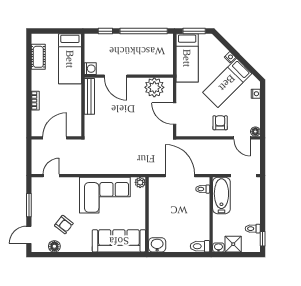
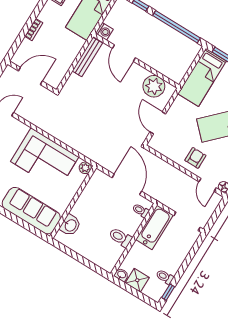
washbasin: (157, 245) -> (70, 225), moved, turned 90
toilet: (200, 246) -> (120, 237), moved

